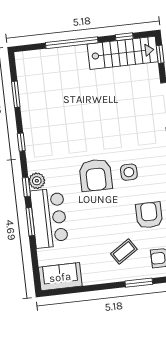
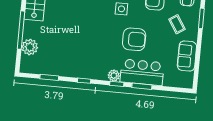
plant: (51, 59) -> (30, 47), added
armchair: (96, 175) -> (134, 39), moved
sofa: (60, 277) -> (187, 56), moved

